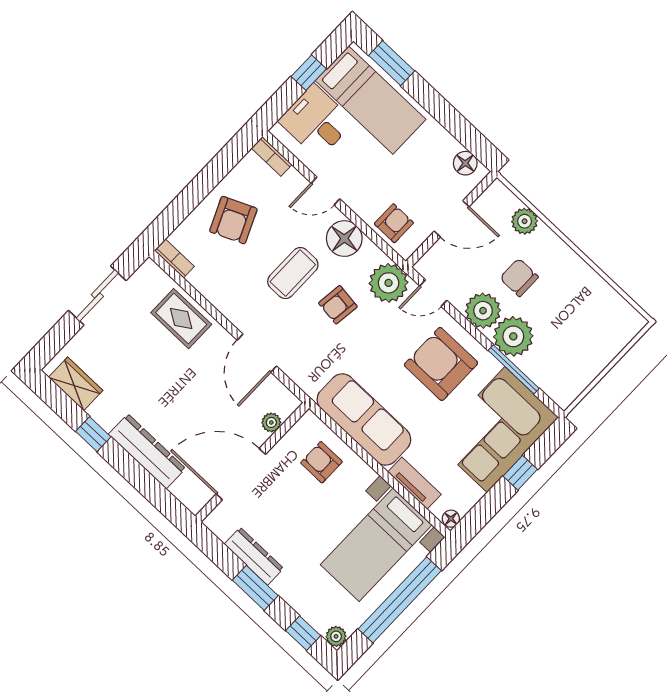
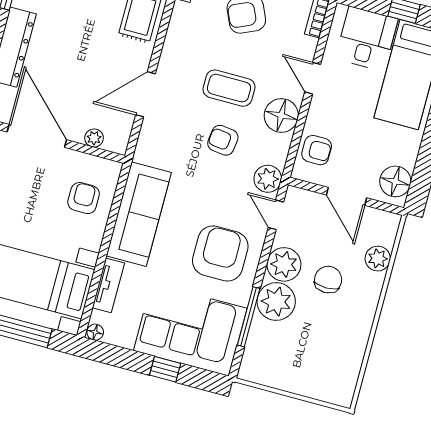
floor lamp: (465, 163) -> (395, 181), width x1.38, depth x1.38
plant: (389, 283) -> (268, 179), width x0.73, depth x0.73

